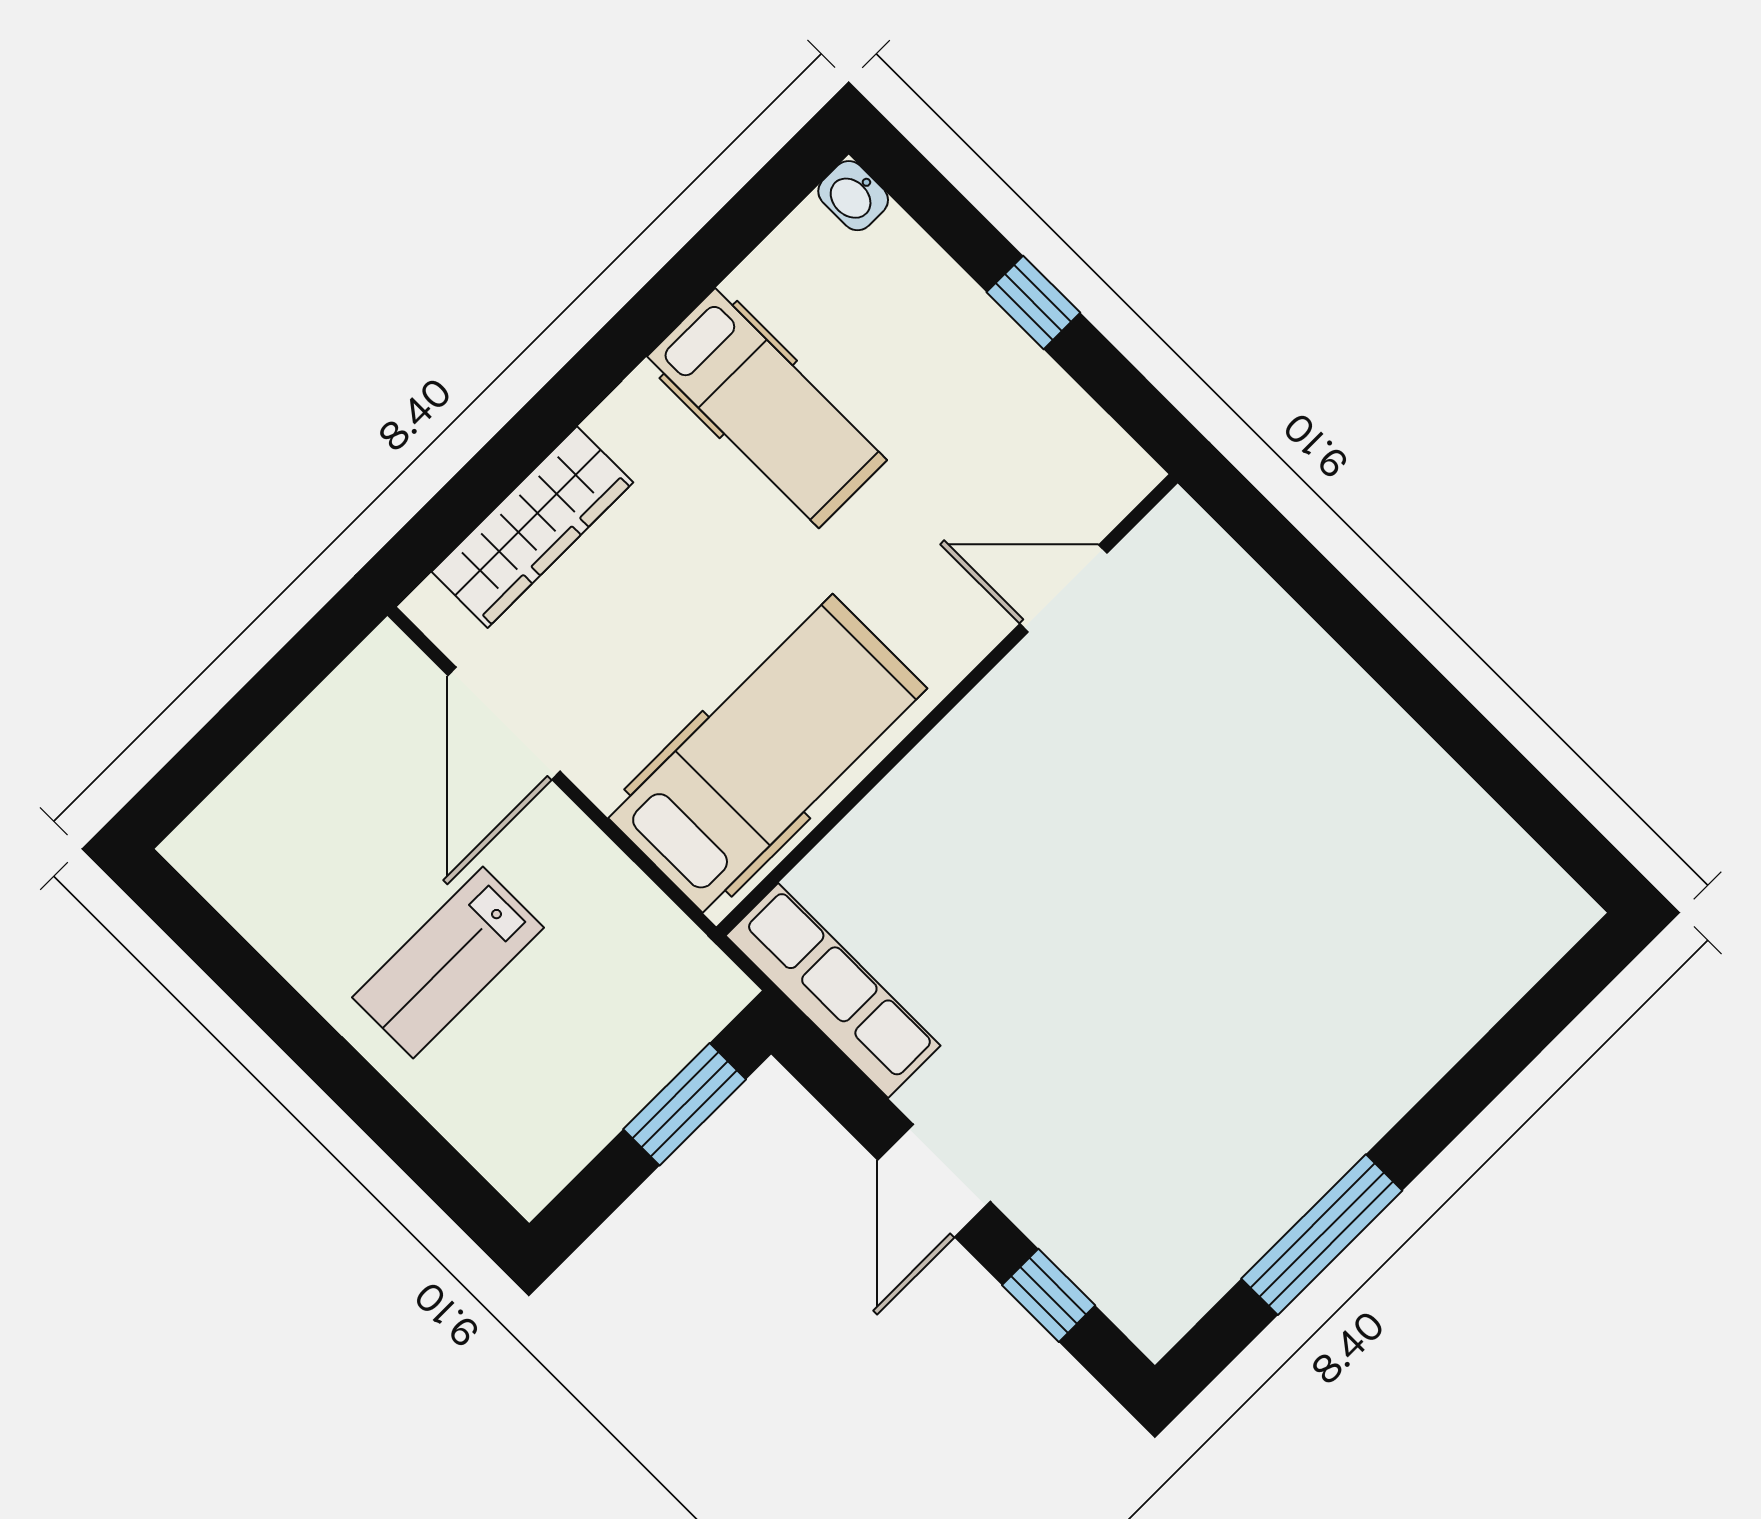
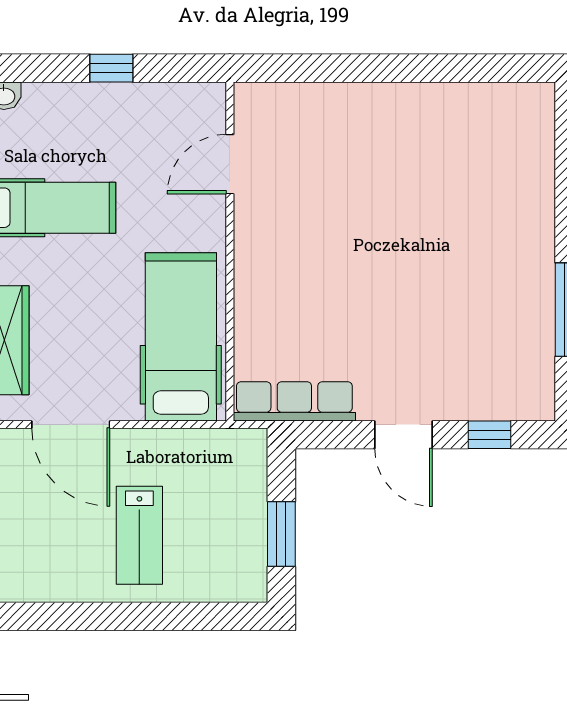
window: (685, 1104) -> (281, 534), moved

